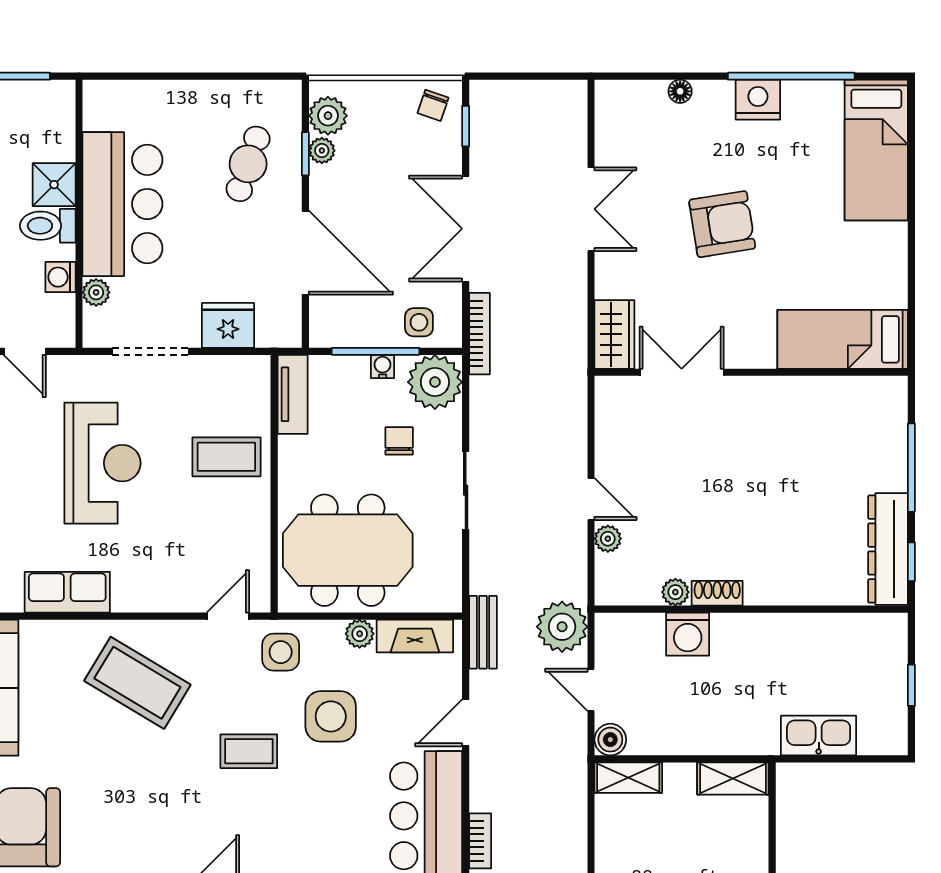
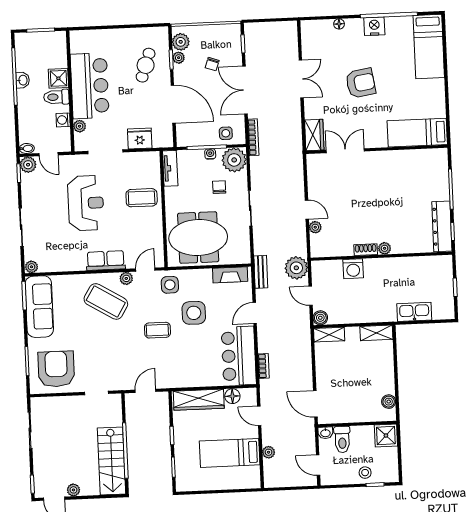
chair: (433, 105) -> (212, 64), moved
row of seats: (67, 592) -> (106, 261), moved
plant: (675, 592) -> (385, 248), moved
plant: (360, 634) -> (126, 278), moved

